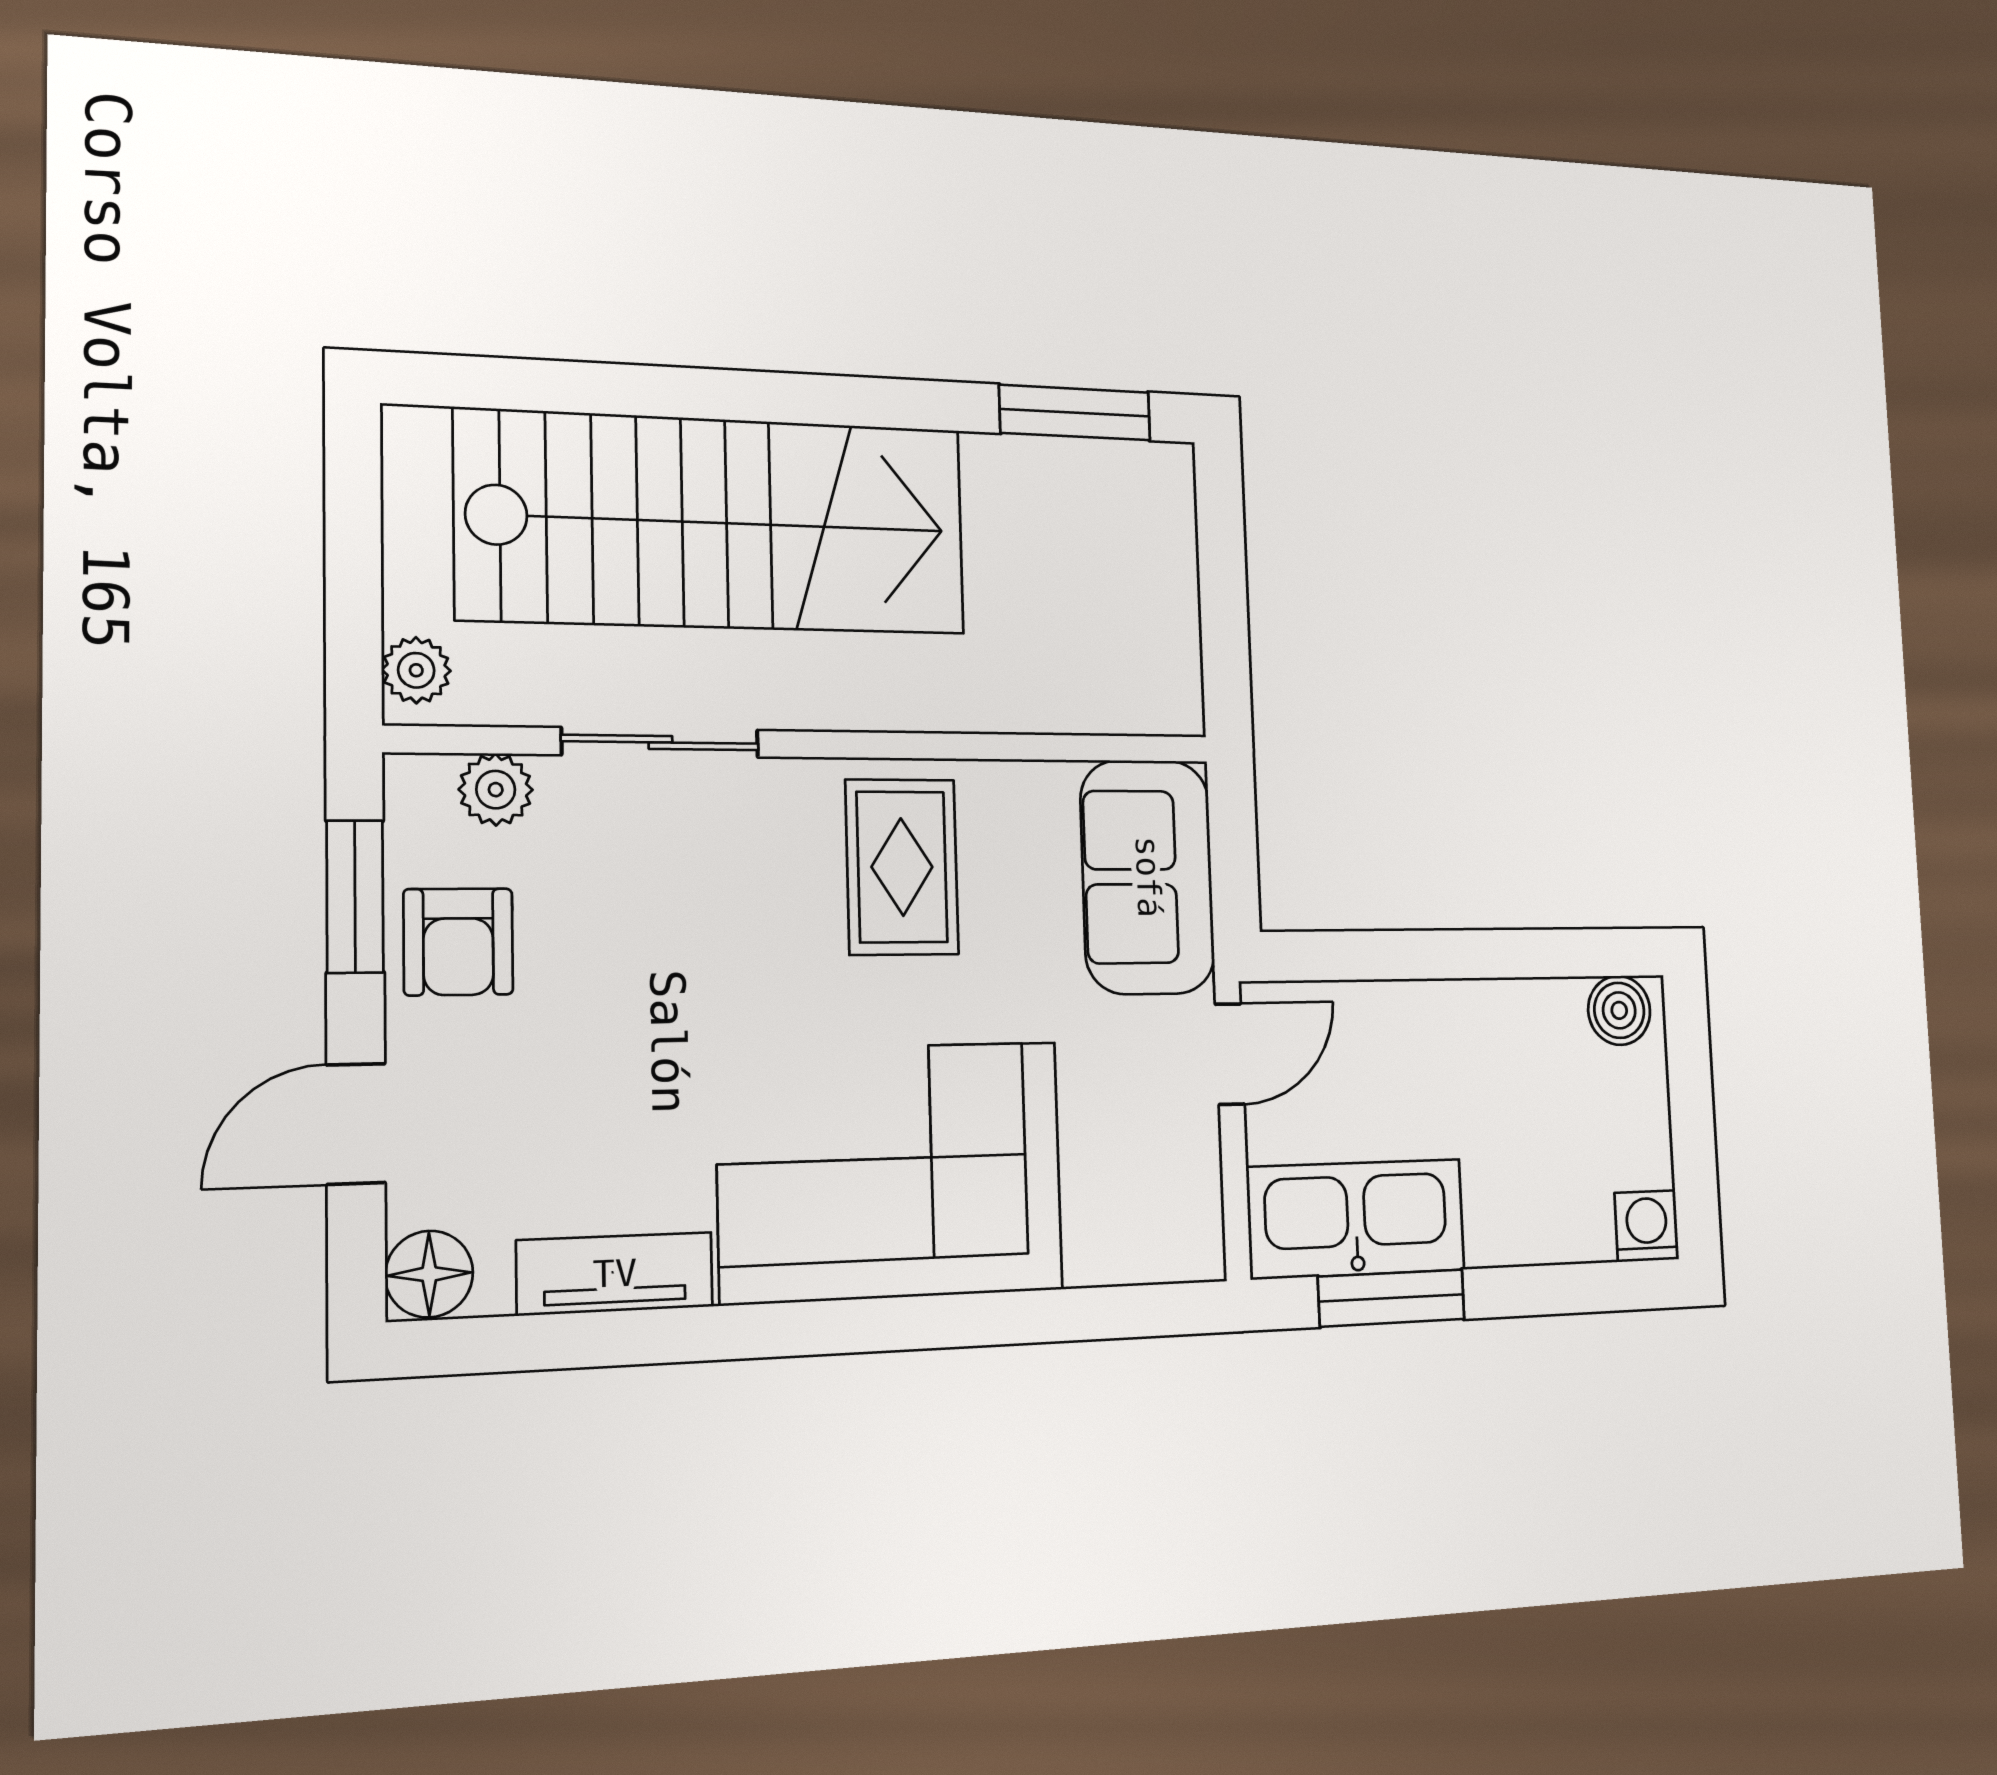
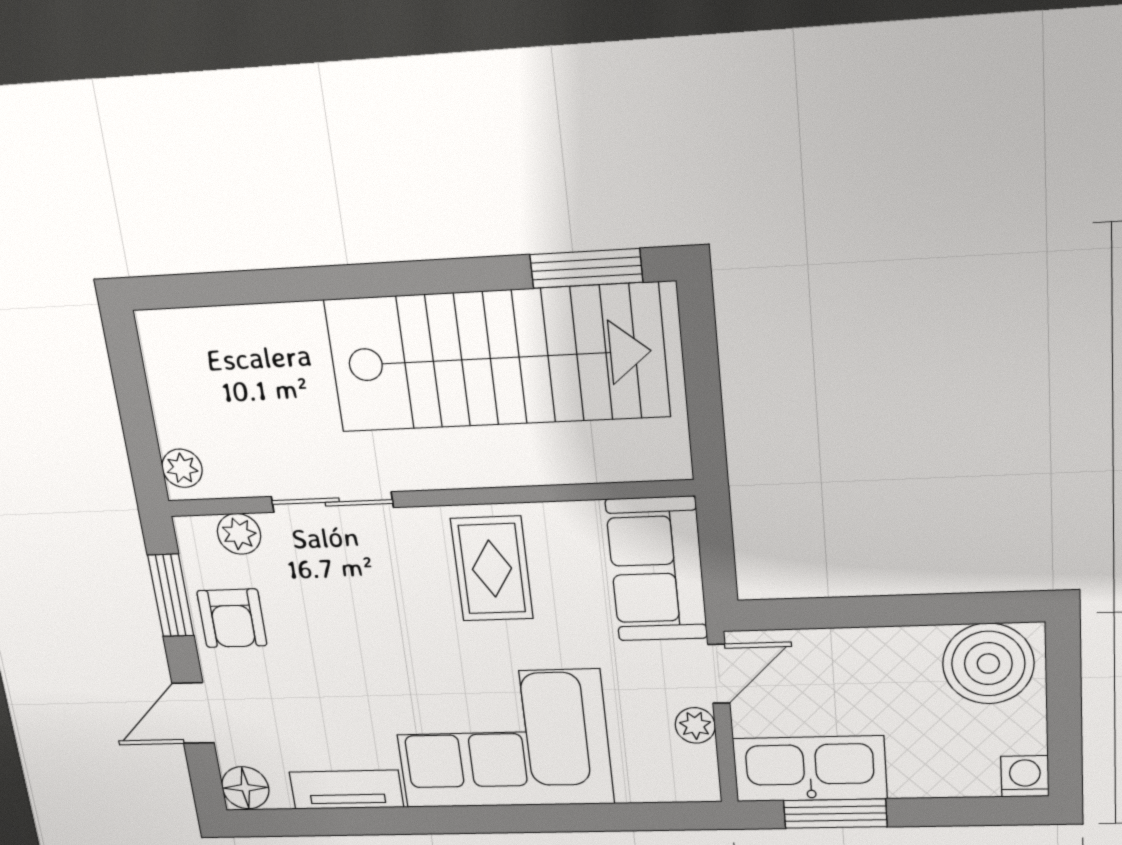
stairs: (714, 523) -> (497, 358), moved
boiler: (1619, 1010) -> (988, 664), width x1.86, depth x1.86
plant: (1192, 1144) -> (695, 725), added

